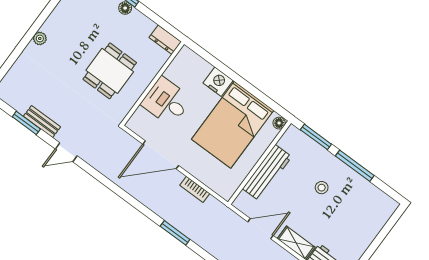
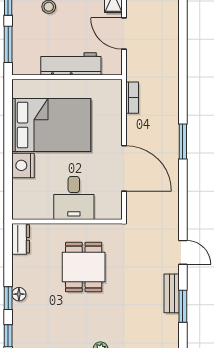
dining table: (110, 71) -> (84, 267), turned 90
floor lamp: (279, 123) -> (20, 86), removed
bookcase: (195, 189) -> (132, 98), moved
window: (175, 233) -> (183, 142), moved

